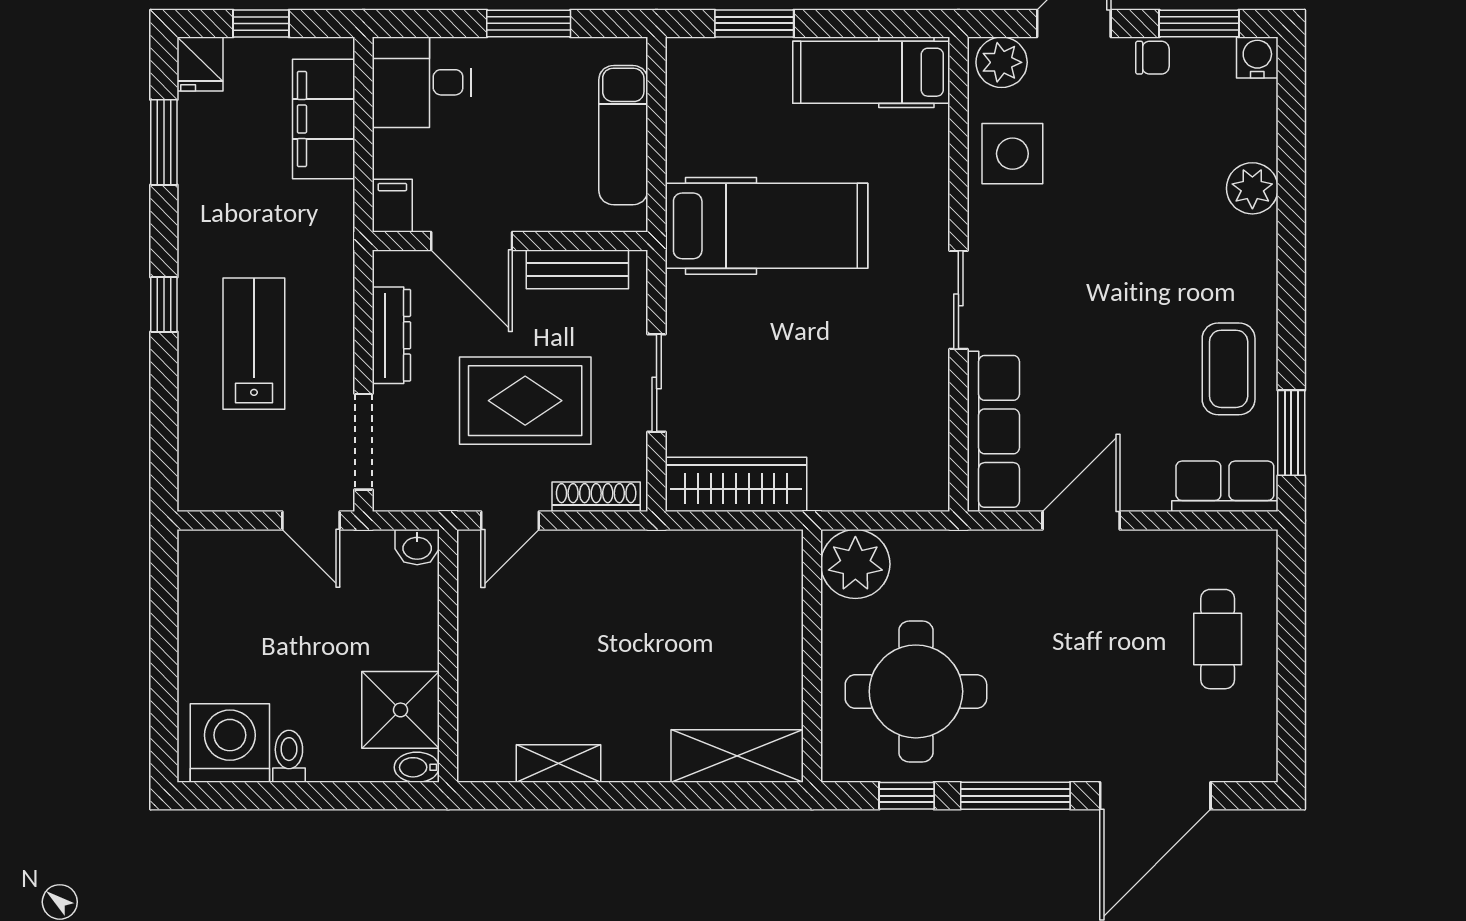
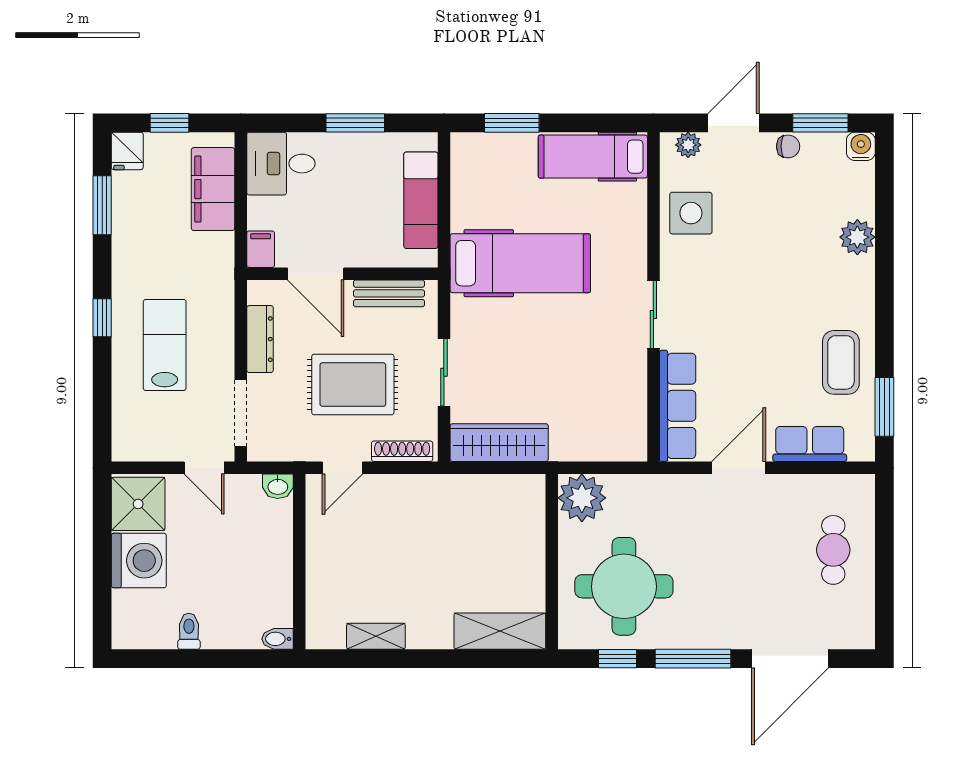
plant: (1002, 62) -> (688, 145), width x0.73, depth x0.73
row of seats: (1225, 486) -> (810, 444), moved
shower: (401, 710) -> (138, 504), moved
washing machine: (230, 743) -> (139, 561), moved, turned 90

